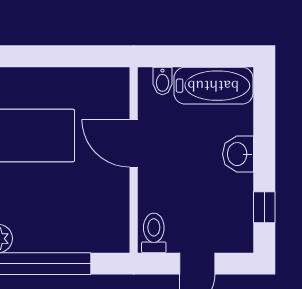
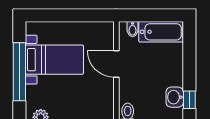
washbasin: (238, 154) -> (175, 97), moved

